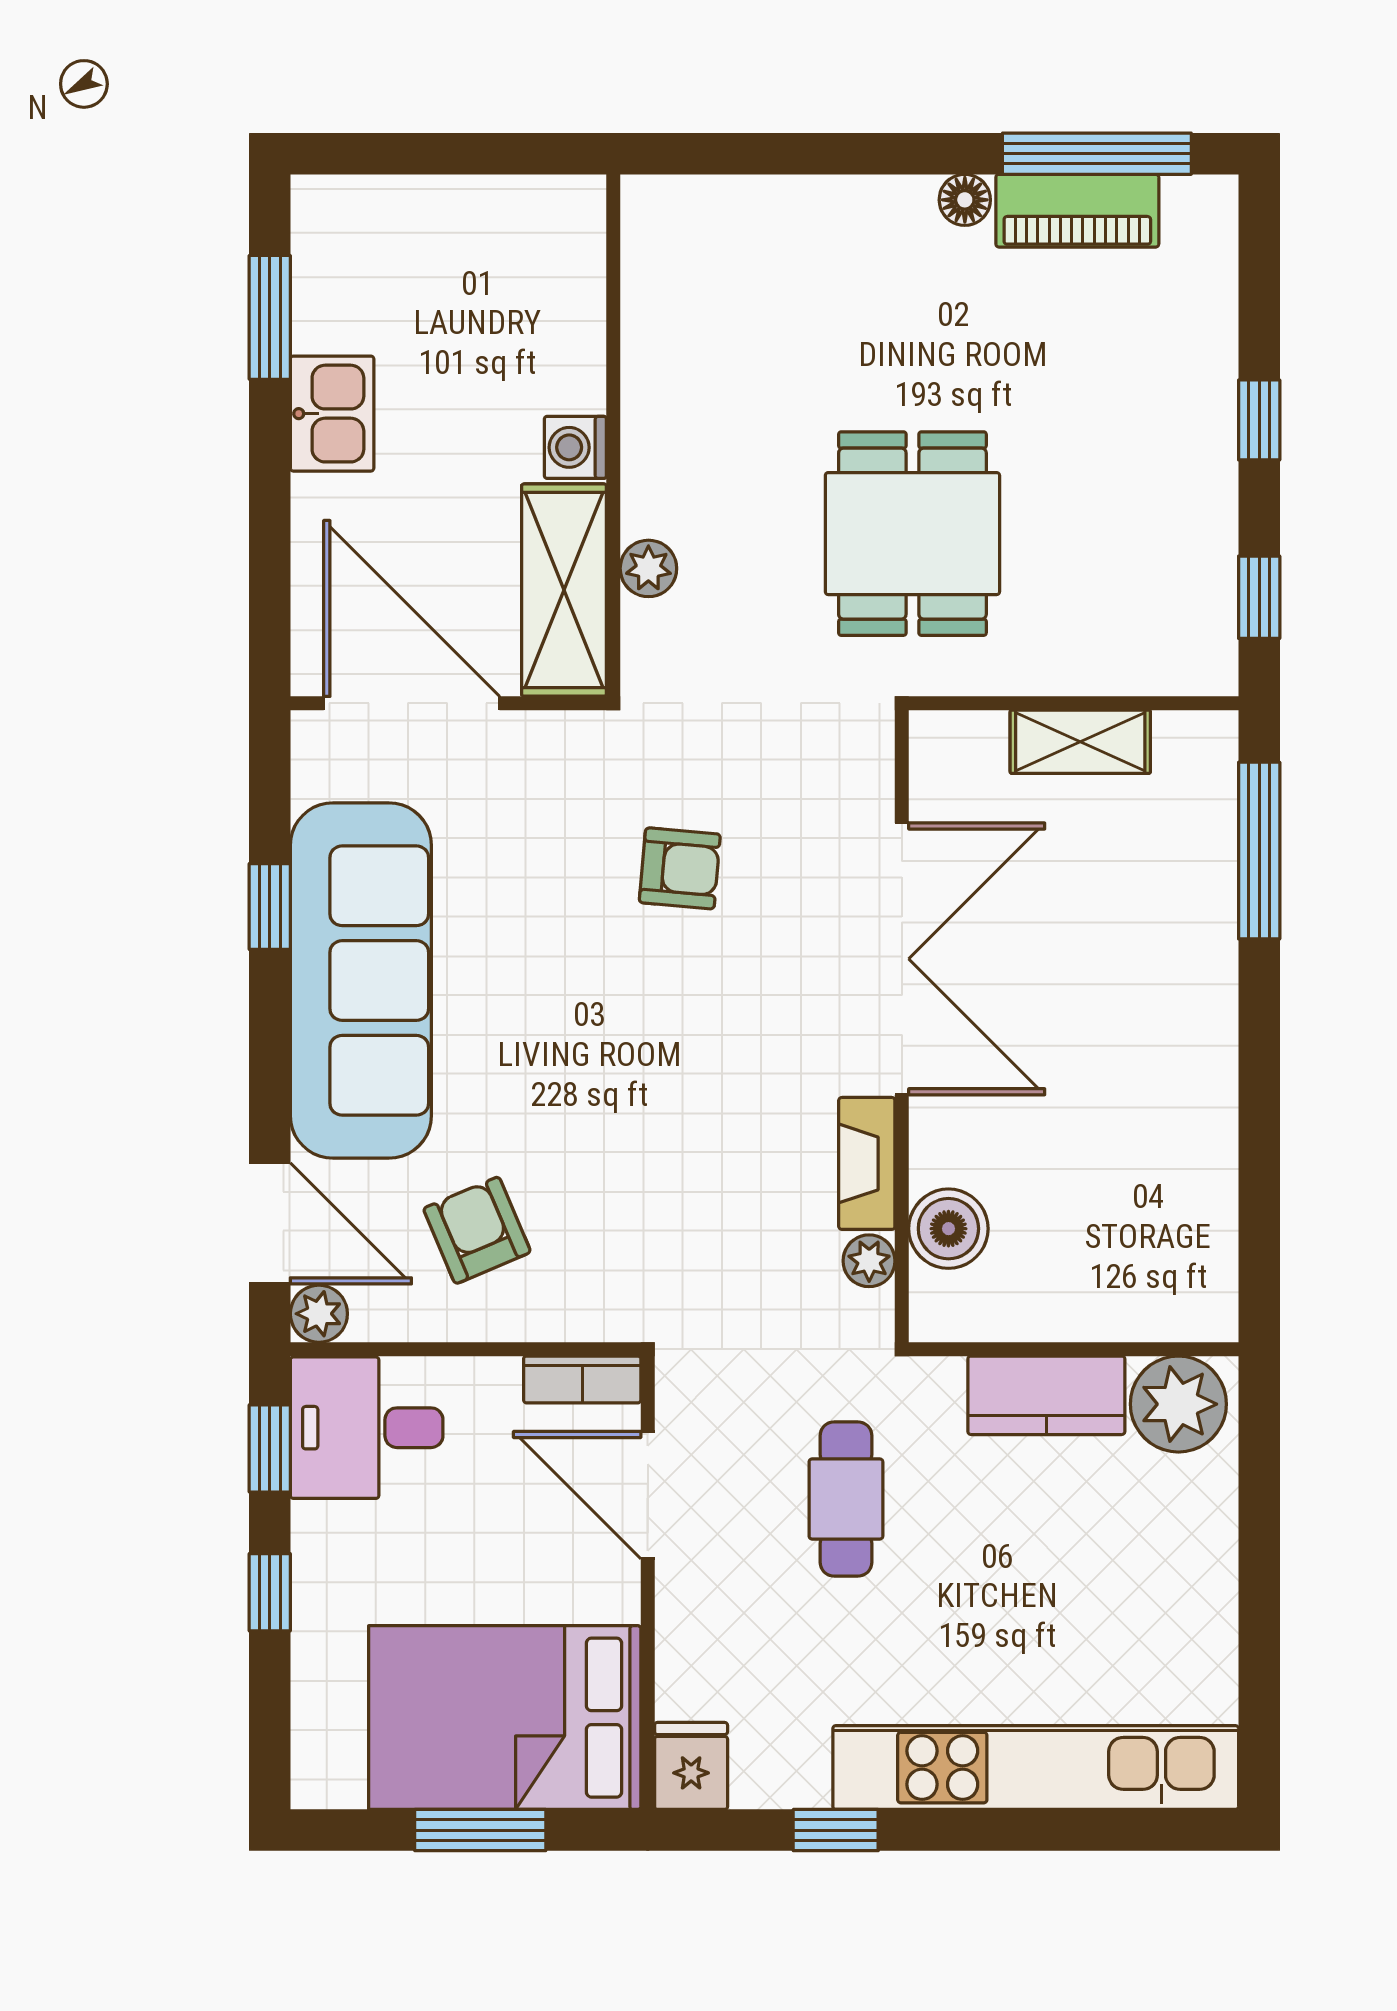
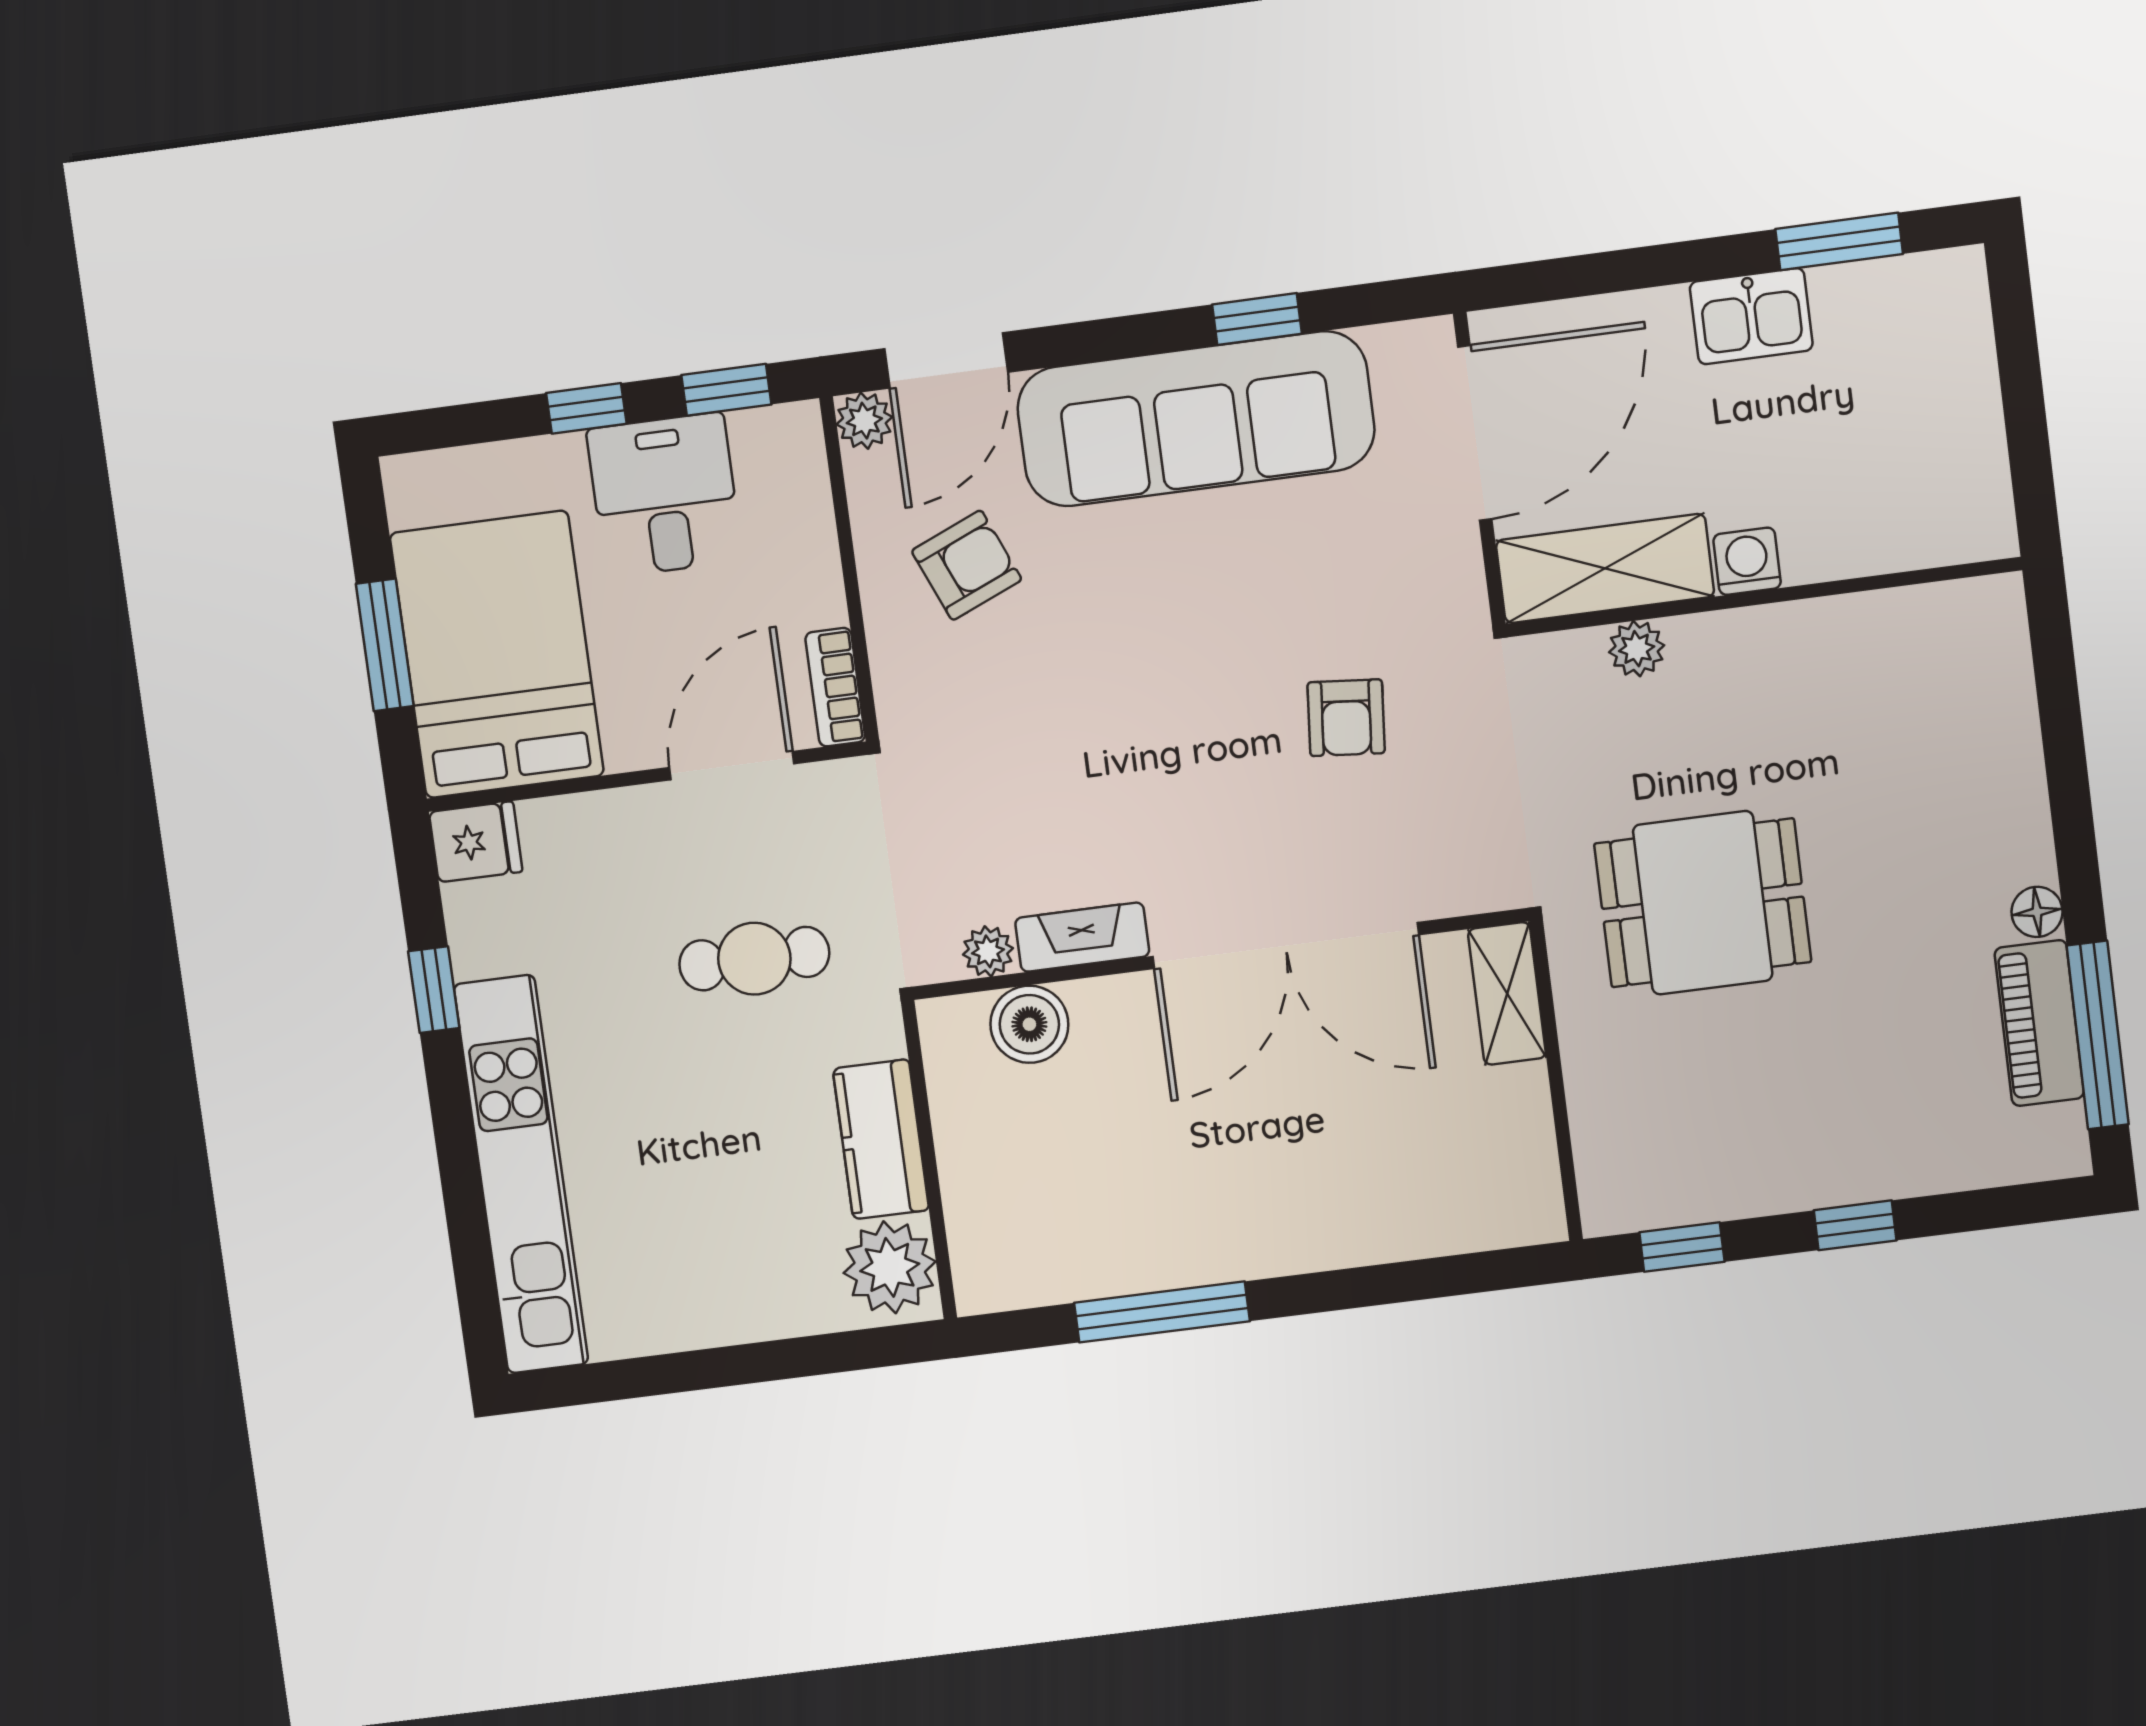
shelving: (1080, 742) -> (1507, 993), moved
window: (1259, 851) -> (1162, 1312), moved
desk: (367, 1428) -> (665, 495), moved

